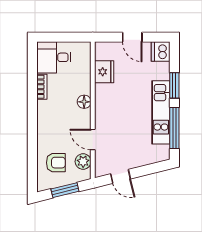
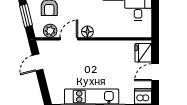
fridge: (104, 72) -> (143, 53), moved, turned 90
floor lamp: (84, 102) -> (87, 32), moved

